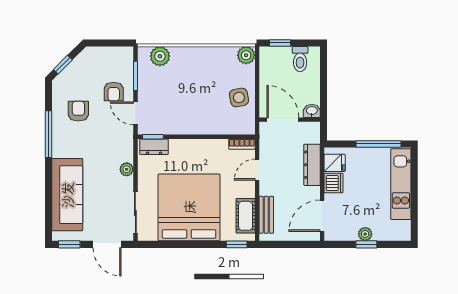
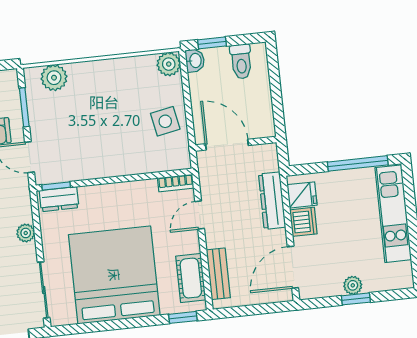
washbasin: (312, 111) -> (195, 60), moved, turned 90

